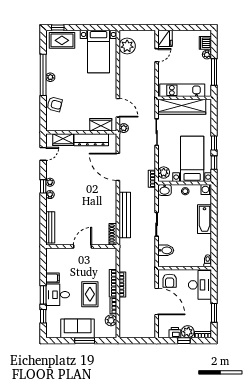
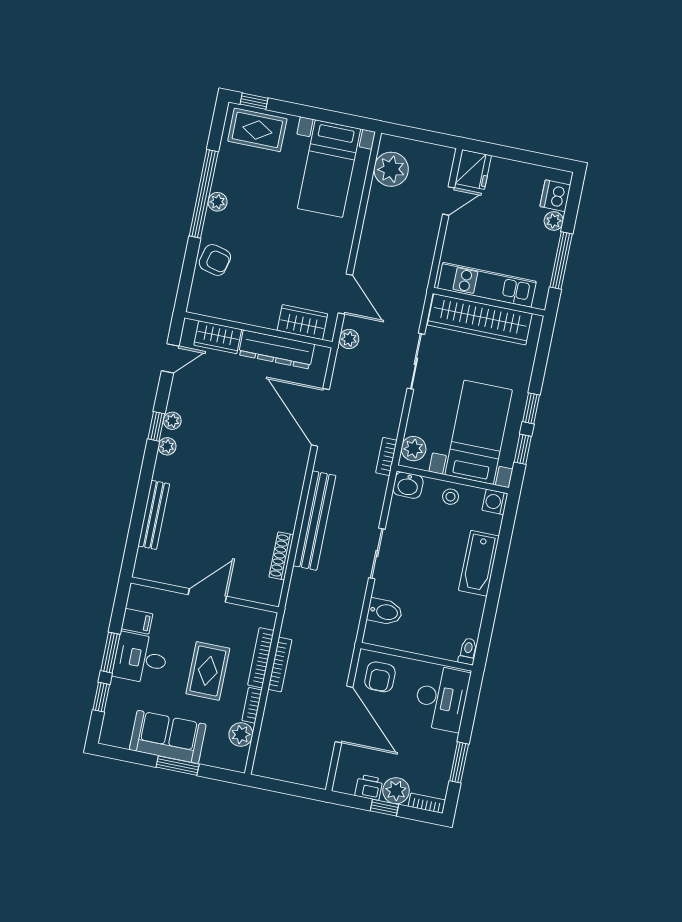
wall: (81, 247) -> (205, 595), moved
door: (83, 247) -> (207, 595), moved

